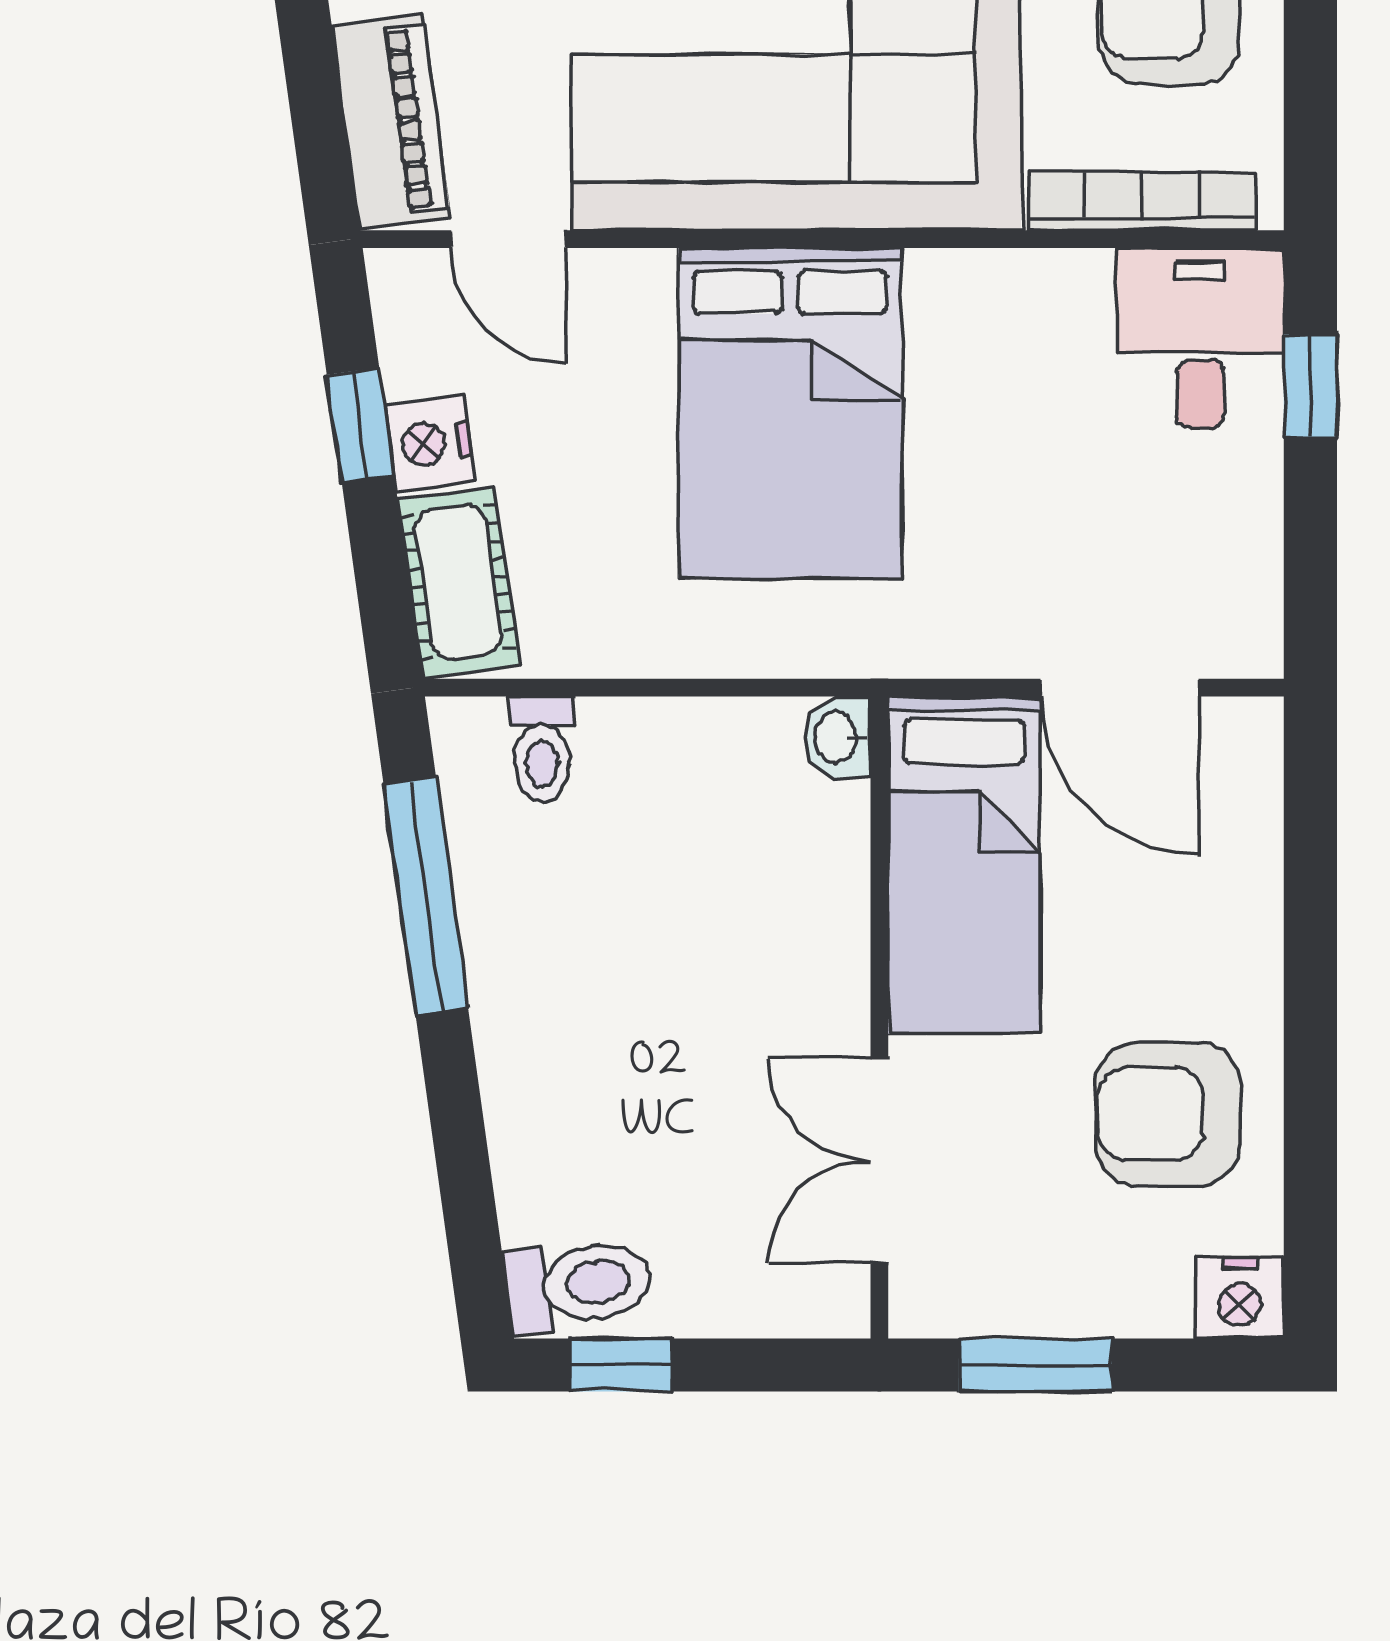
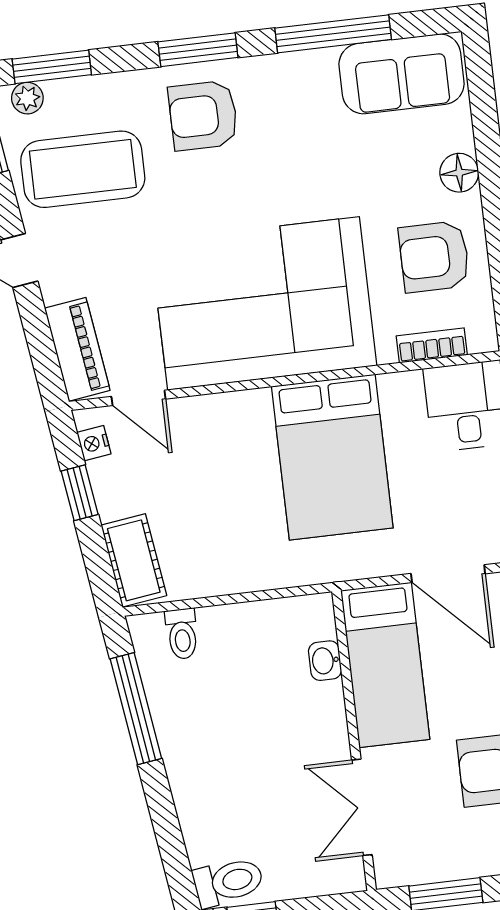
bookcase: (1142, 201) -> (432, 345), width x0.64
bed: (790, 413) -> (332, 457), moved
nightstand: (430, 443) -> (94, 443), moved, width x0.72, depth x0.74
washbasin: (838, 737) -> (325, 661), moved

